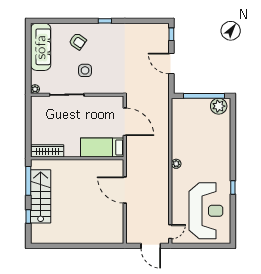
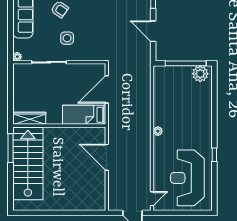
door: (125, 122) -> (107, 89), swing flipped
stairs: (41, 196) -> (28, 164), width x1.36, depth x1.51
reception desk: (206, 211) -> (187, 178), turned 180
window: (28, 217) -> (11, 184), removed

